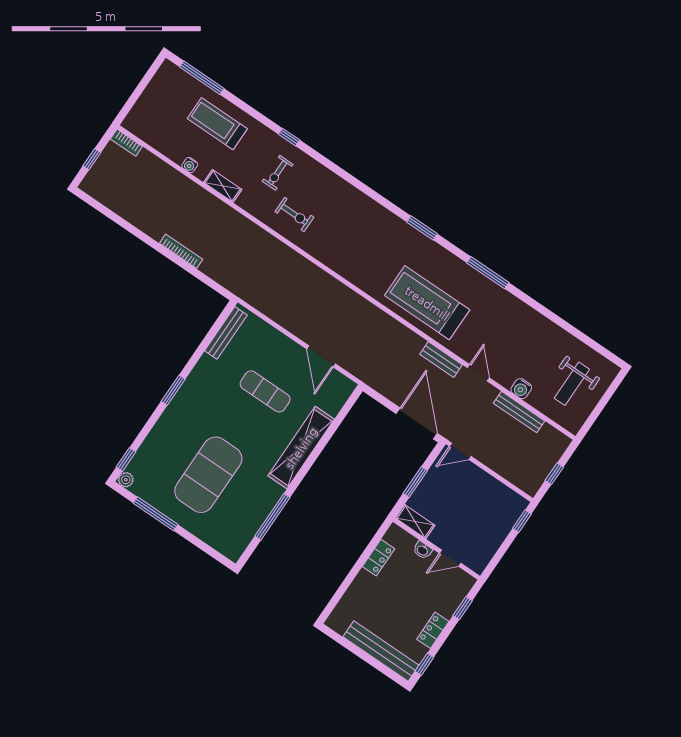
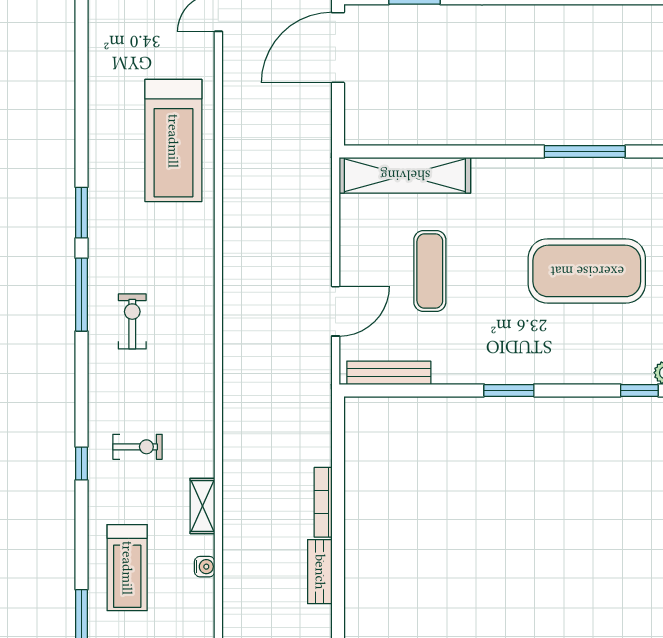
exercise bike: (294, 214) -> (132, 321), moved
window: (488, 273) -> (81, 295), moved
door: (321, 356) -> (336, 311), moved
bench: (441, 359) -> (320, 572), moved
shelving: (301, 448) -> (405, 175), moved

